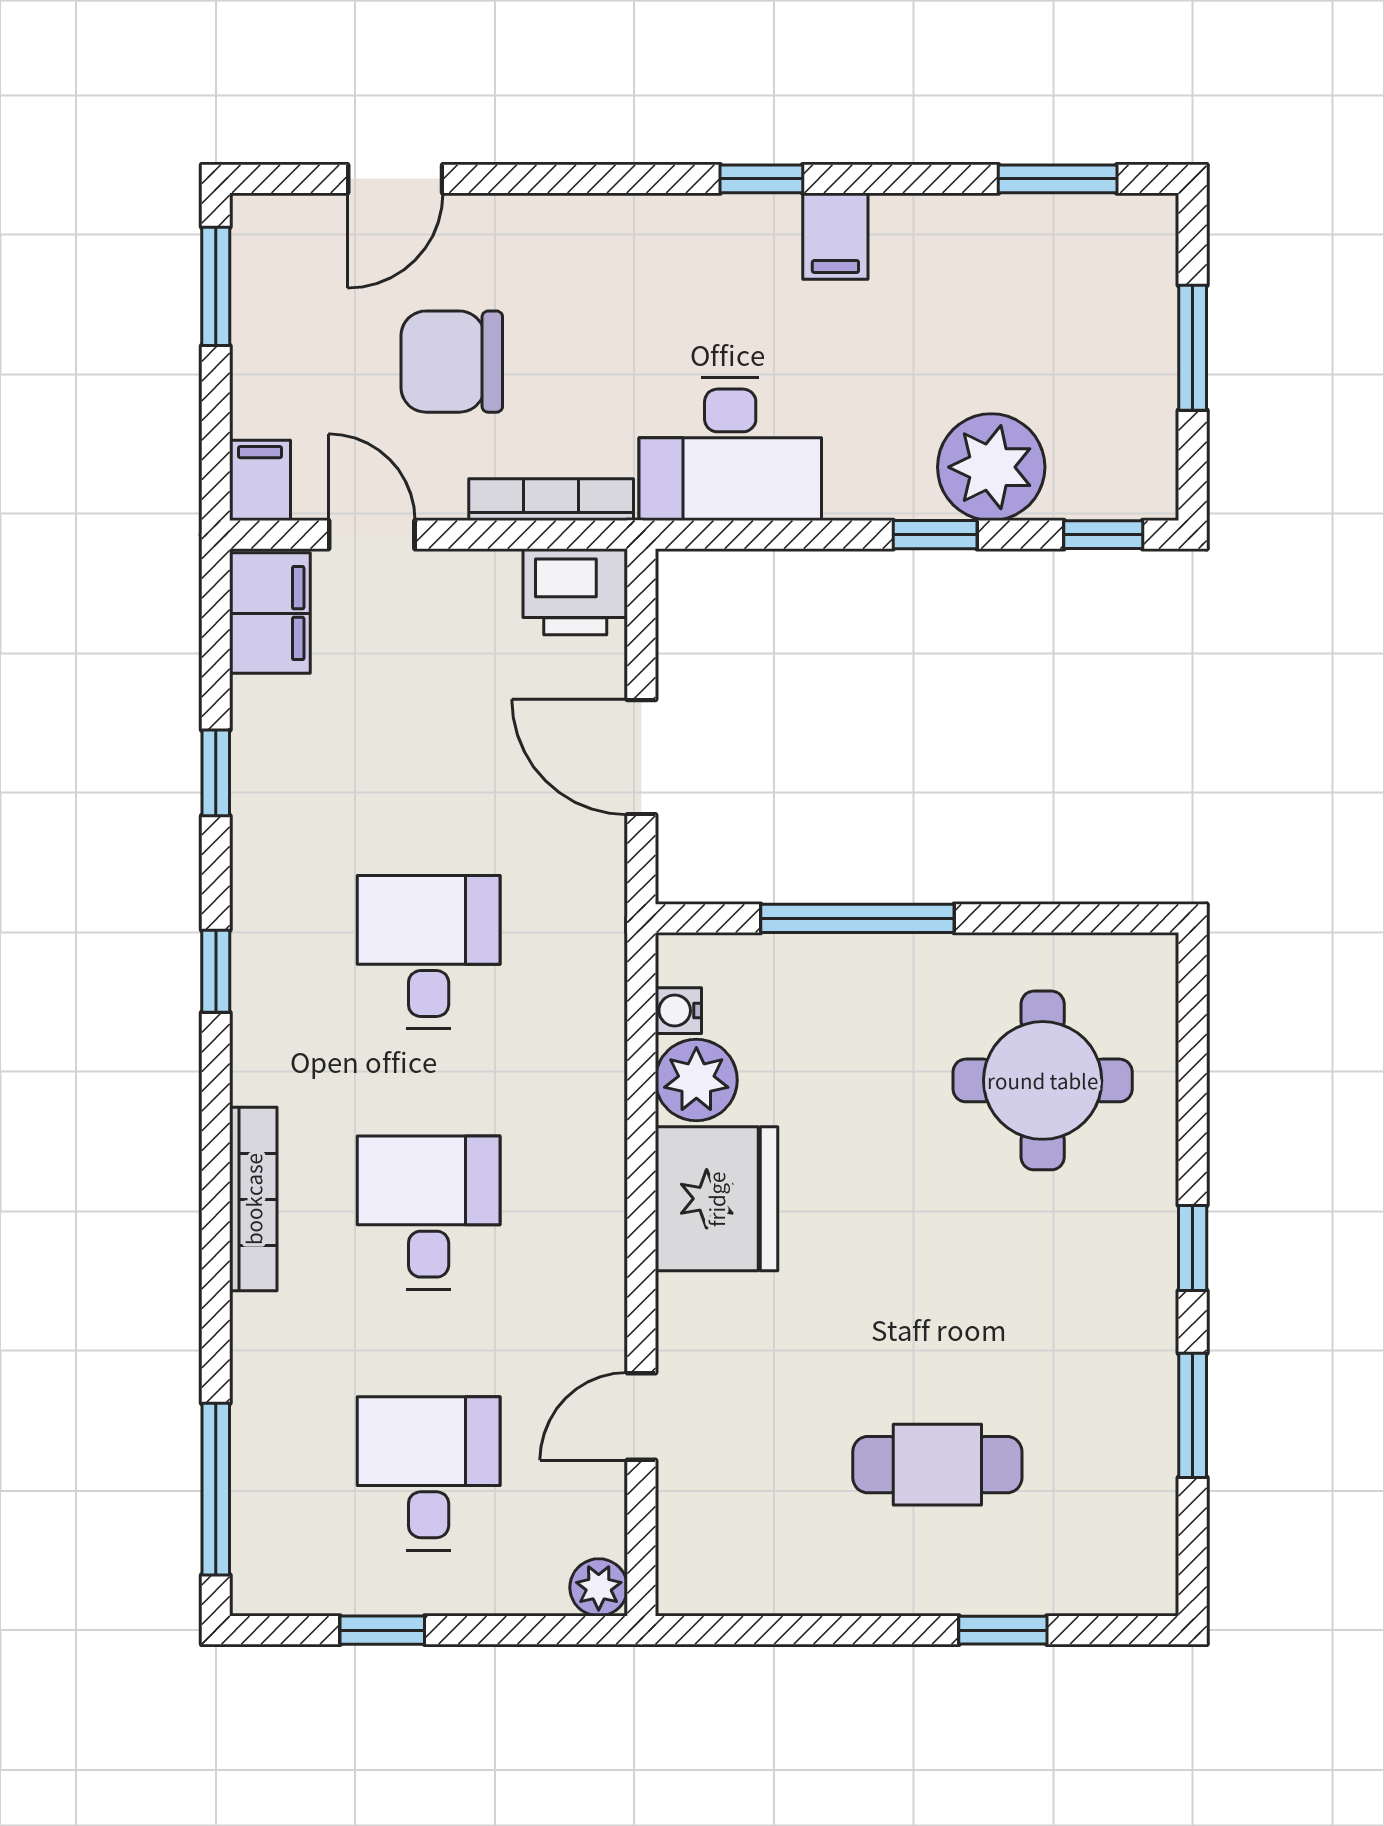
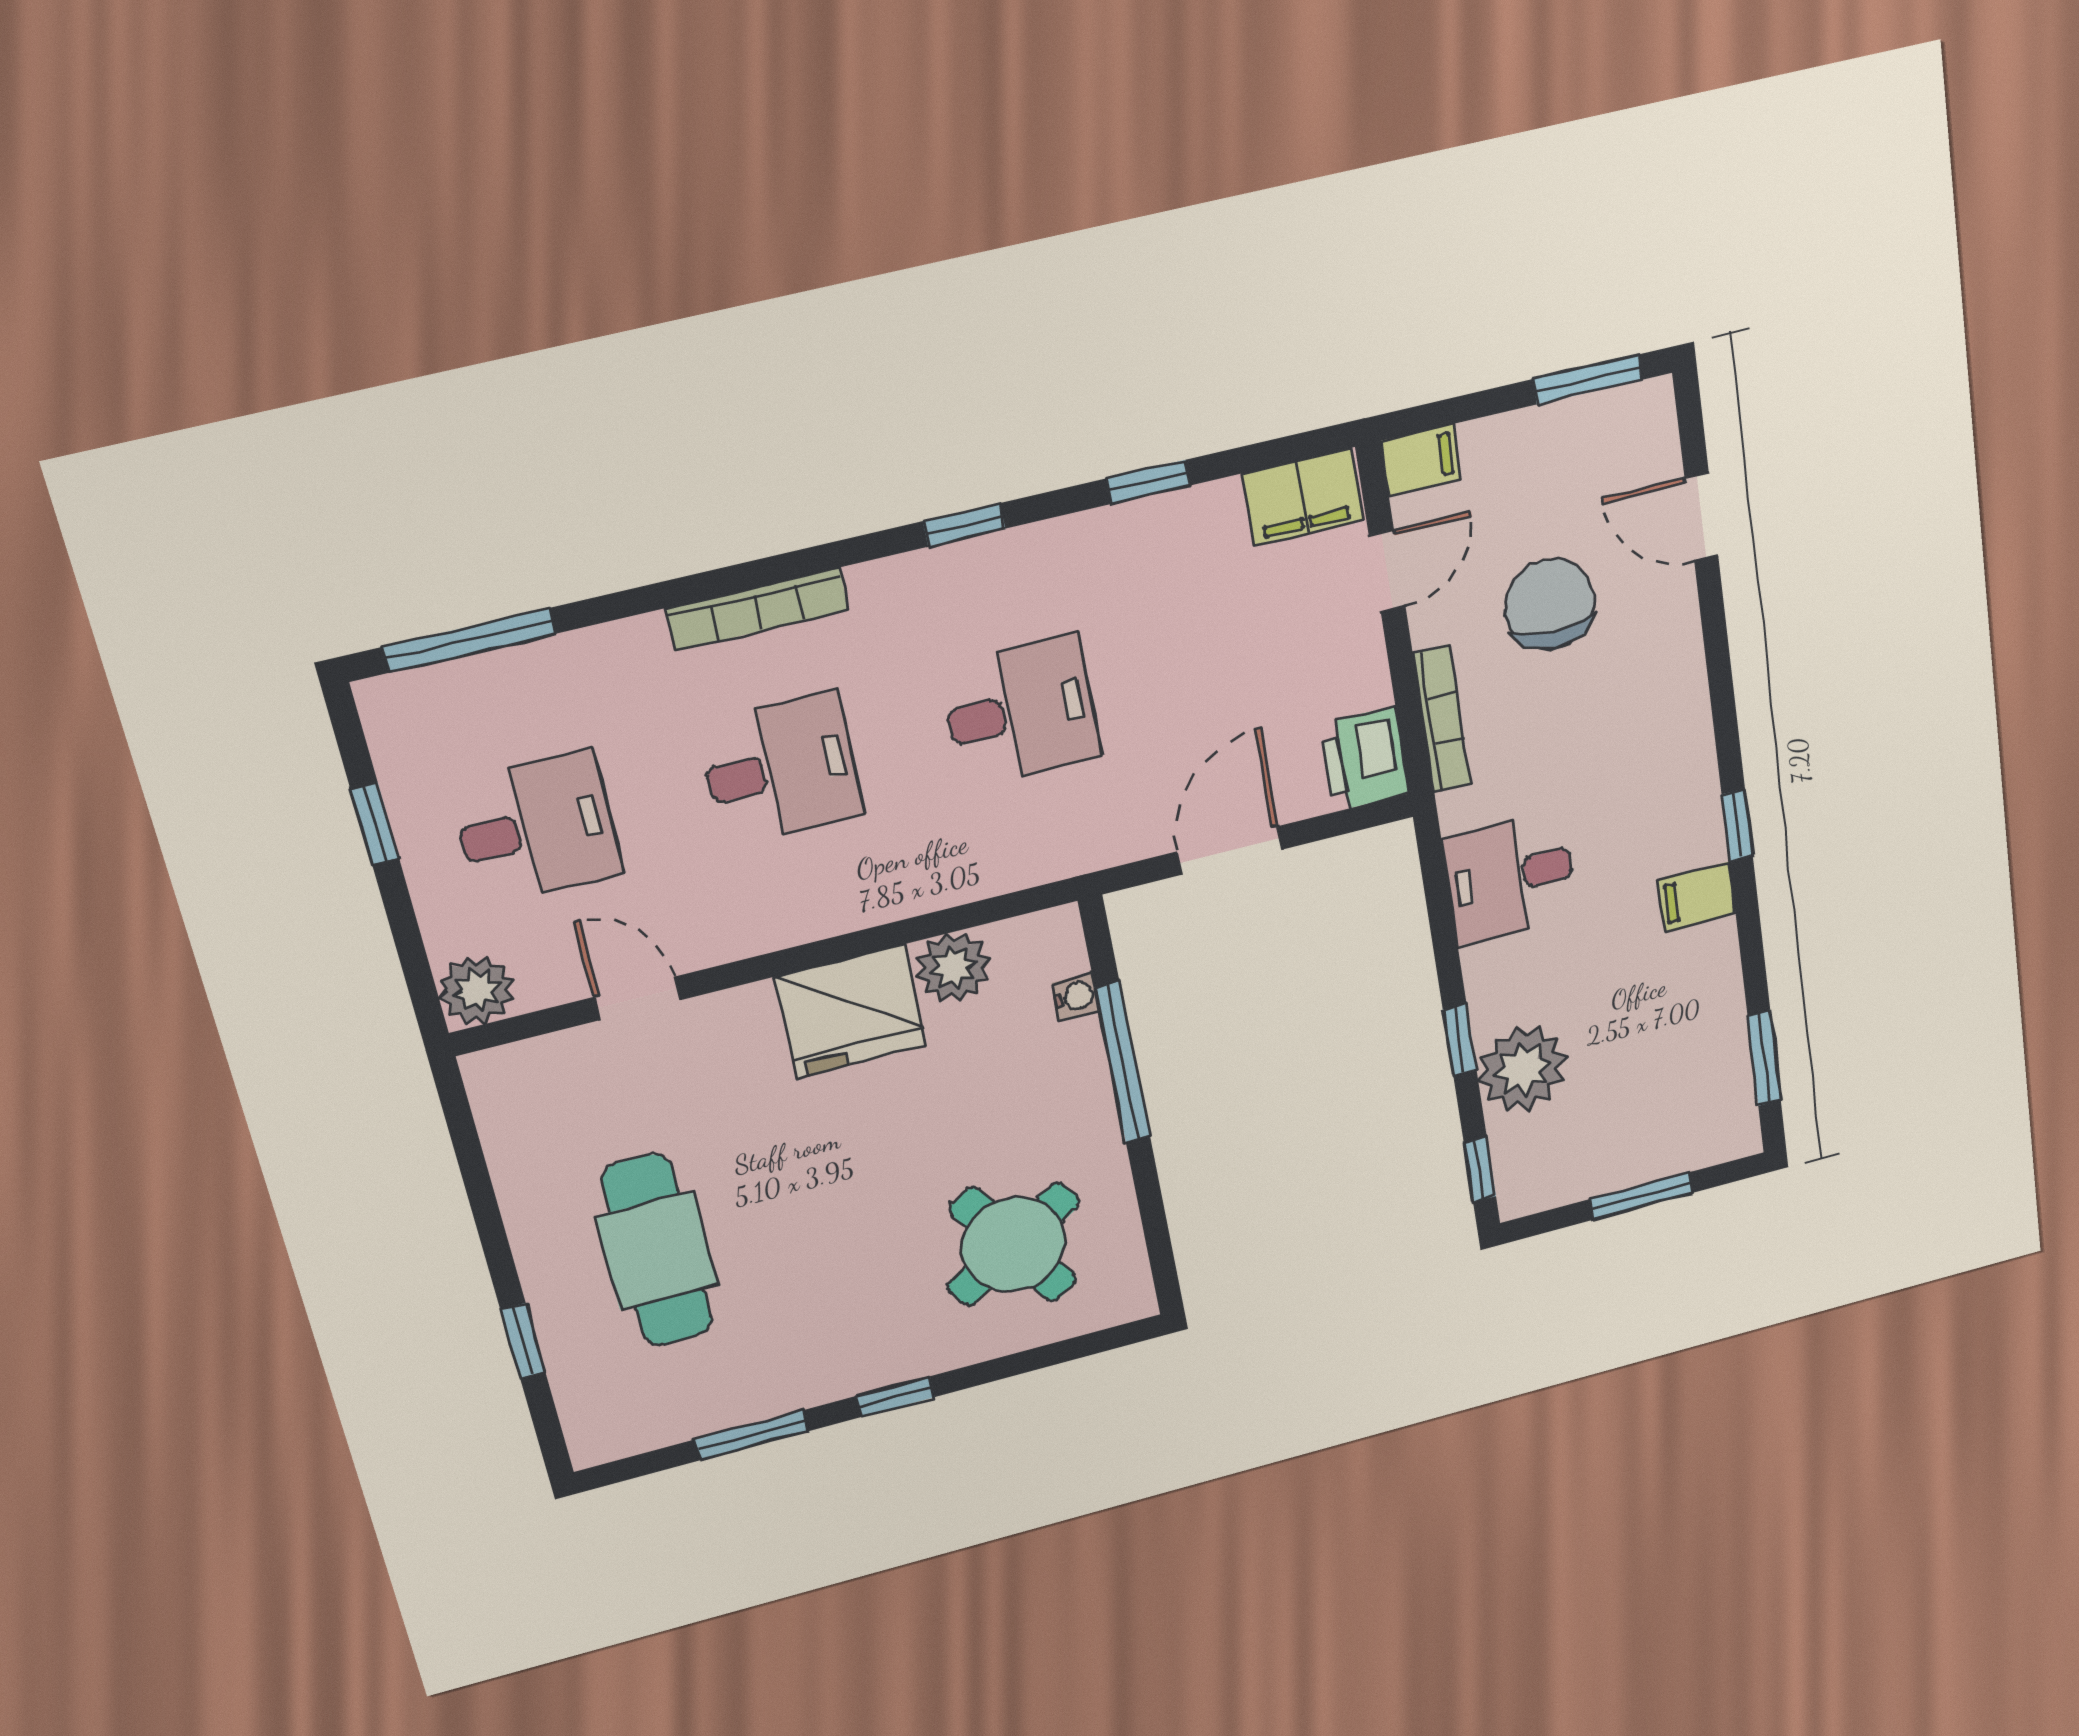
desk: (730, 449) -> (1510, 877), width x0.73
water cooler: (678, 1011) -> (1075, 996), moved, turned 90
round table: (1043, 1080) -> (1013, 1244), turned -32
cafe table: (937, 1465) -> (657, 1251), width x1.37, depth x1.35
plant: (599, 1587) -> (476, 990), width x1.38, depth x1.38

